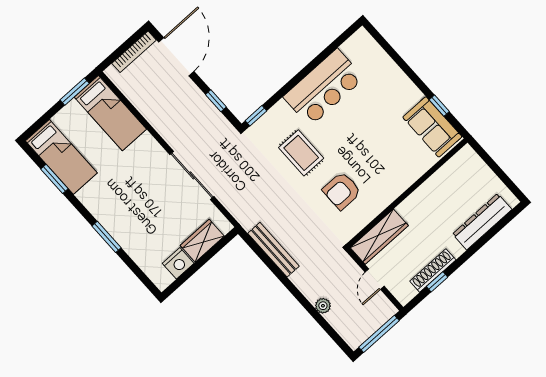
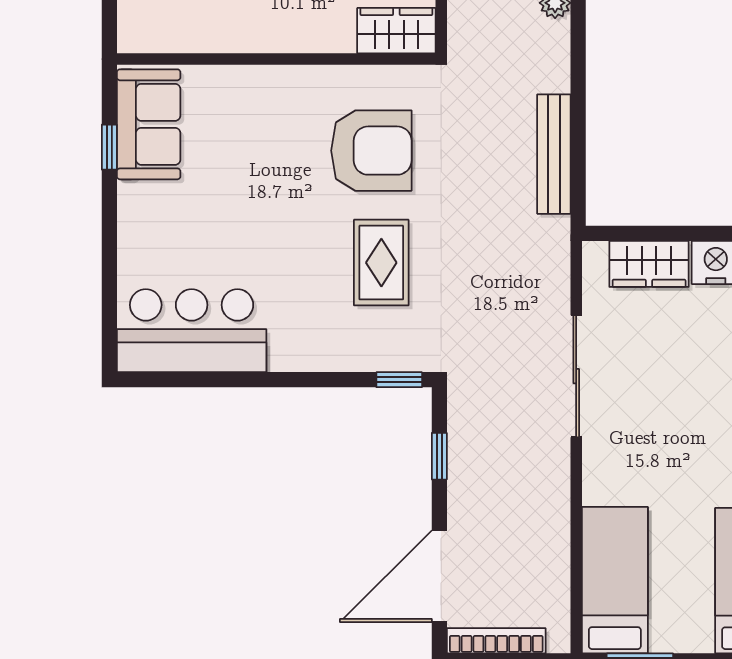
bar counter: (324, 87) -> (192, 331), moved
armchair: (342, 191) -> (371, 151), width x1.36, depth x1.36
wardrobe: (379, 237) -> (396, 31), width x0.67

